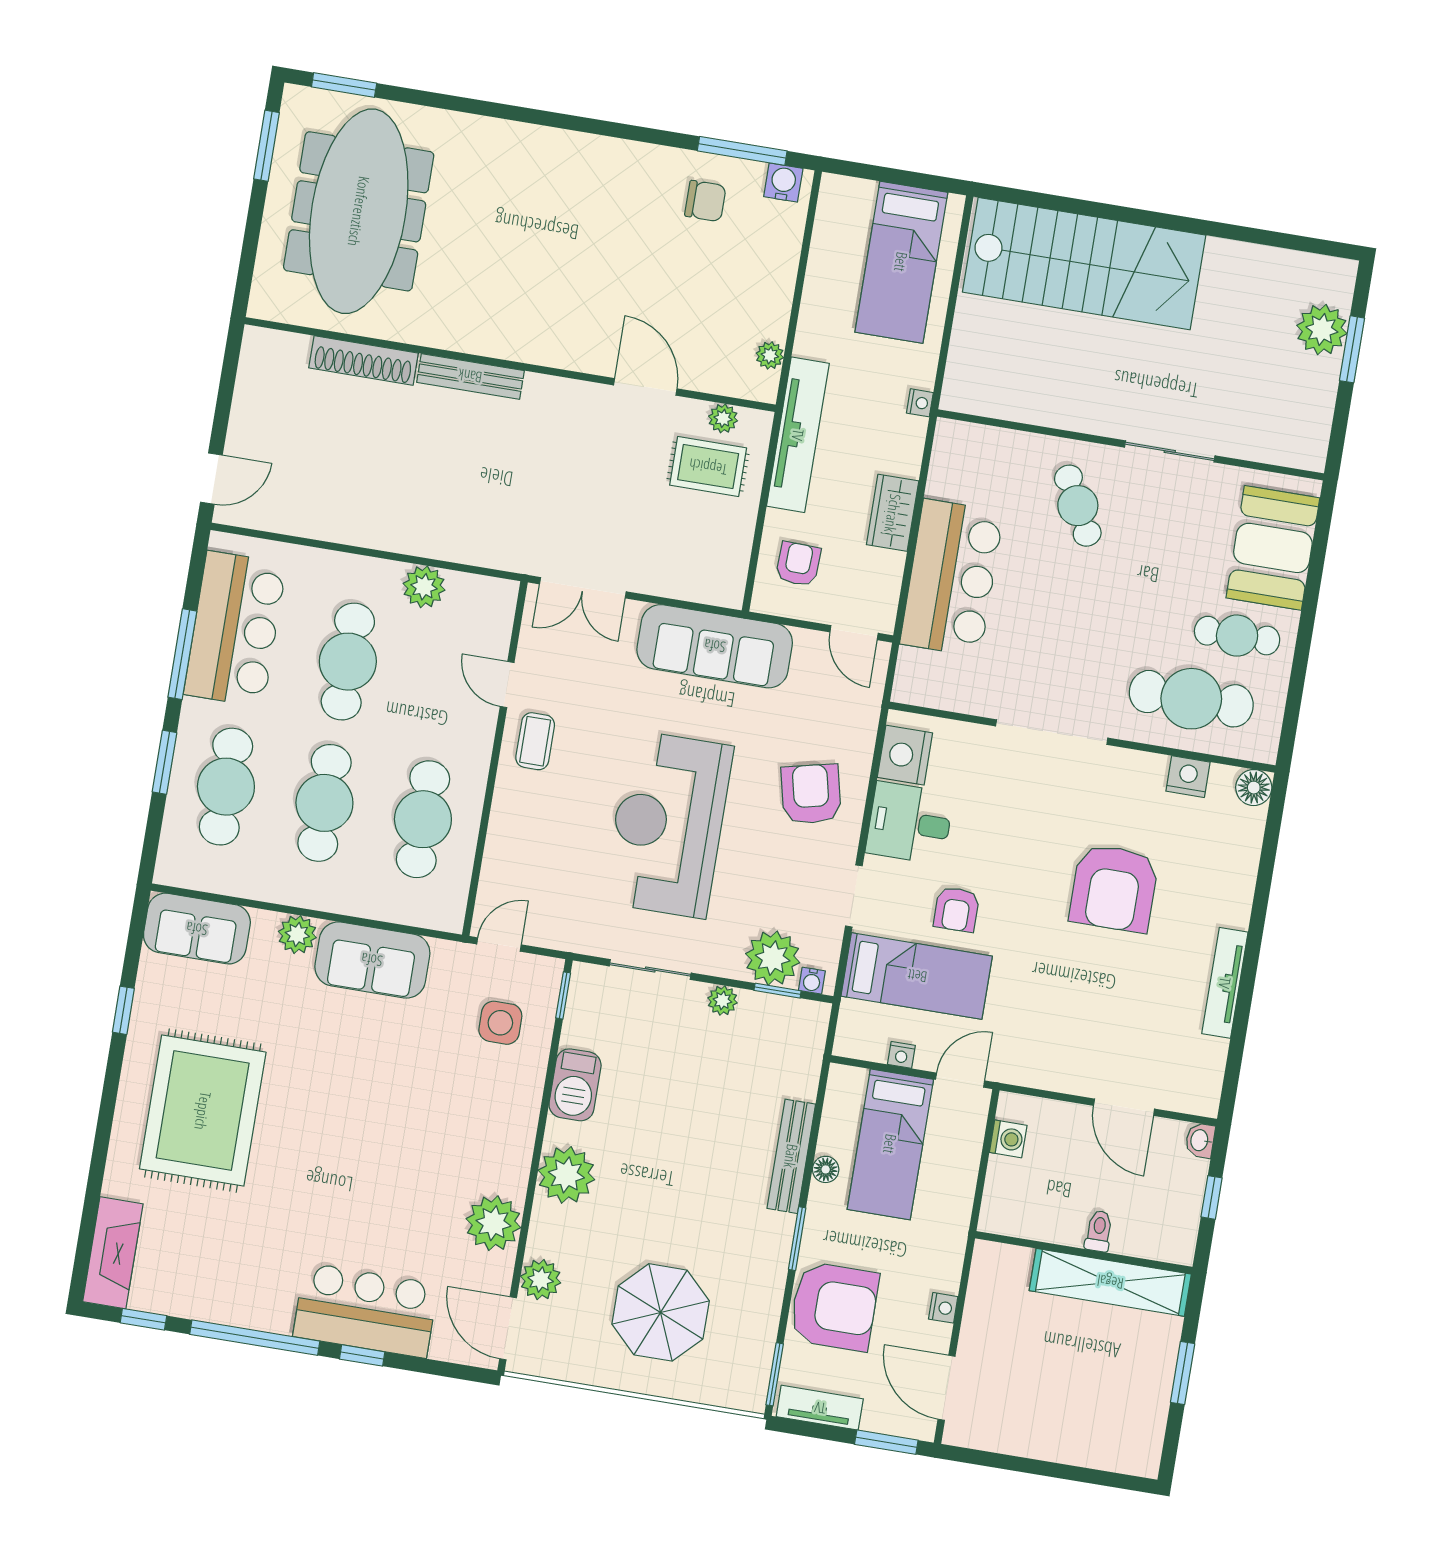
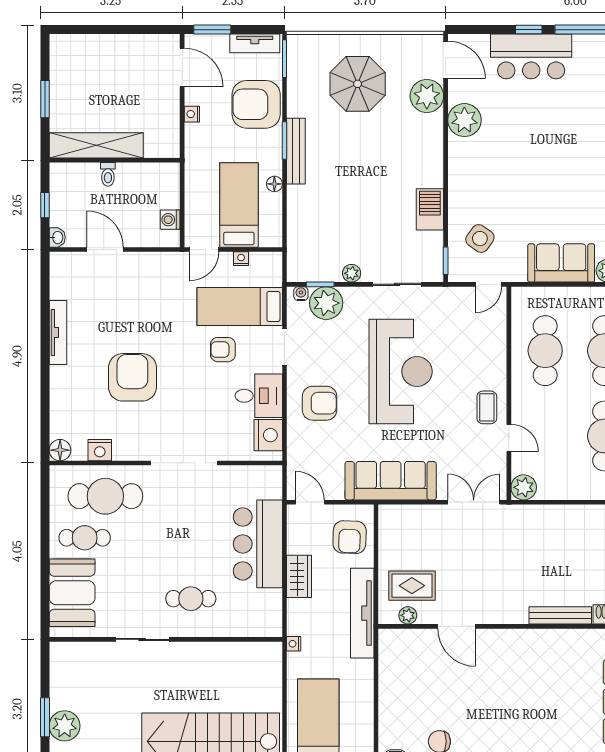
plant: (770, 355) -> (386, 657), removed
cafe table: (1078, 506) -> (191, 599), turned -62
armchair: (798, 564) -> (350, 537), width x1.38, depth x1.38
plant: (424, 587) -> (524, 487), moved
armchair: (811, 794) -> (320, 403), turned -77
armchair: (956, 909) -> (223, 350), turned -90
side table: (500, 1023) -> (480, 239), turned 35
bench: (791, 1156) -> (296, 151), moved
plant: (566, 1175) -> (426, 156), removed
plant: (541, 1280) -> (427, 96), width x1.36, depth x1.36

